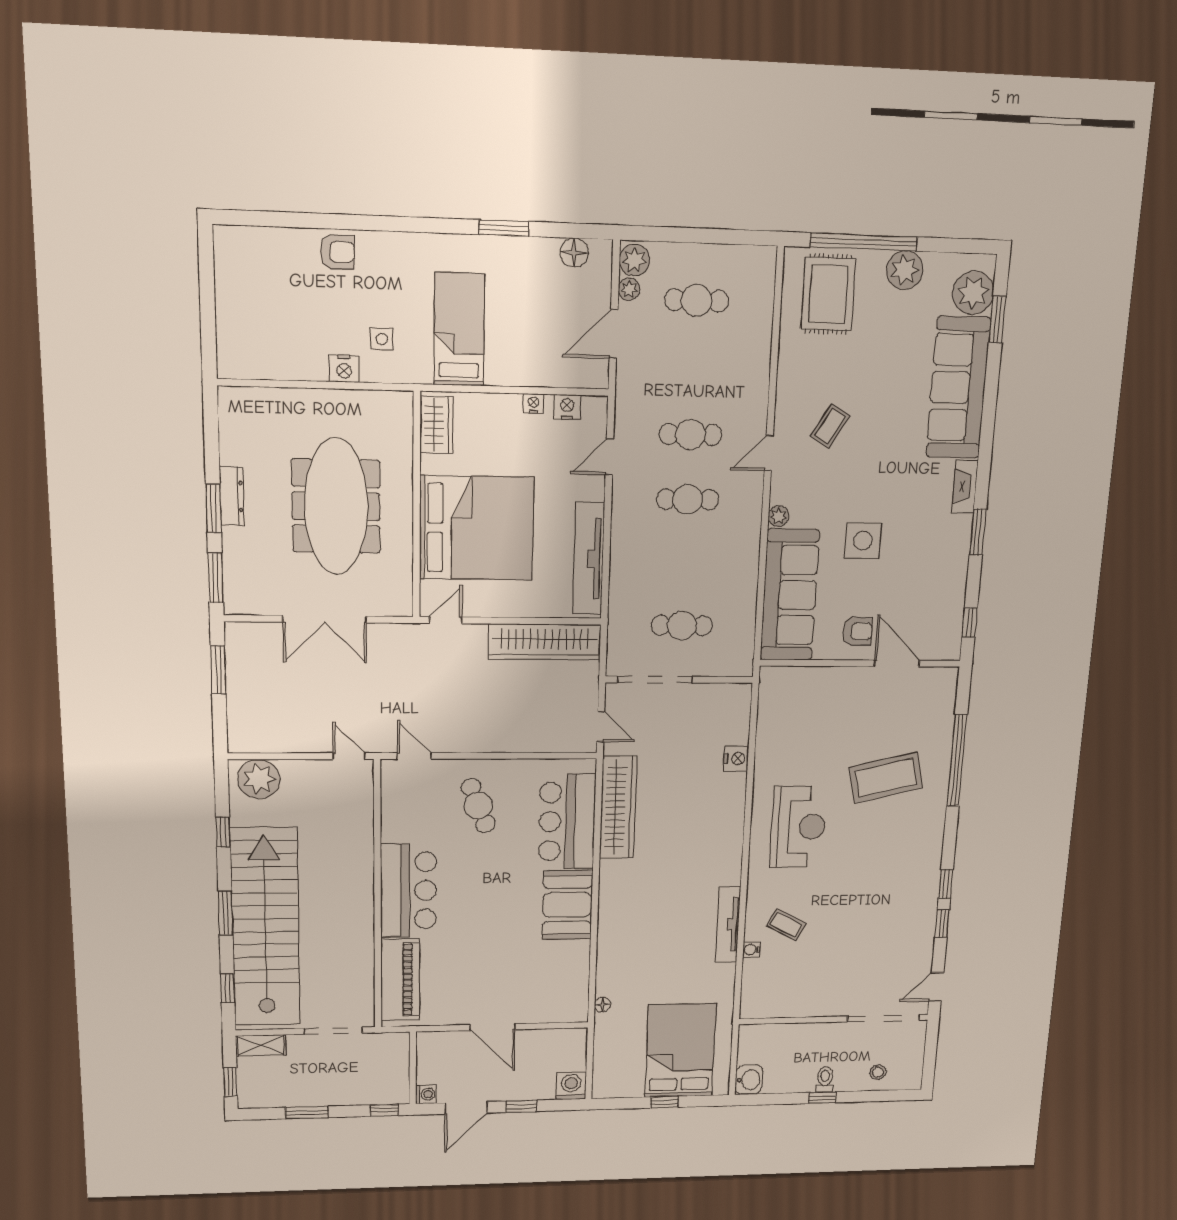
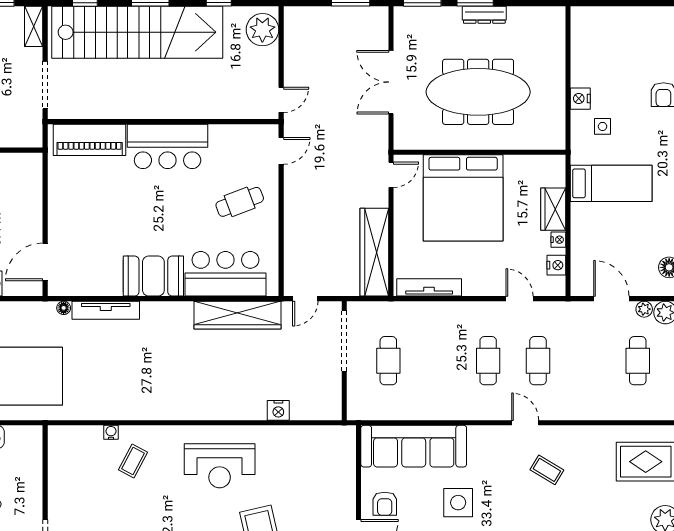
wardrobe: (437, 425) -> (553, 209), moved, turned 90
plant: (778, 516) -> (476, 433), removed
tv unit: (589, 559) -> (429, 287), width x0.73, depth x0.78
door: (446, 620) -> (391, 175), hinge flipped
tv unit: (728, 924) -> (106, 310), moved, turned 180
door: (493, 1027) -> (45, 262), moved

